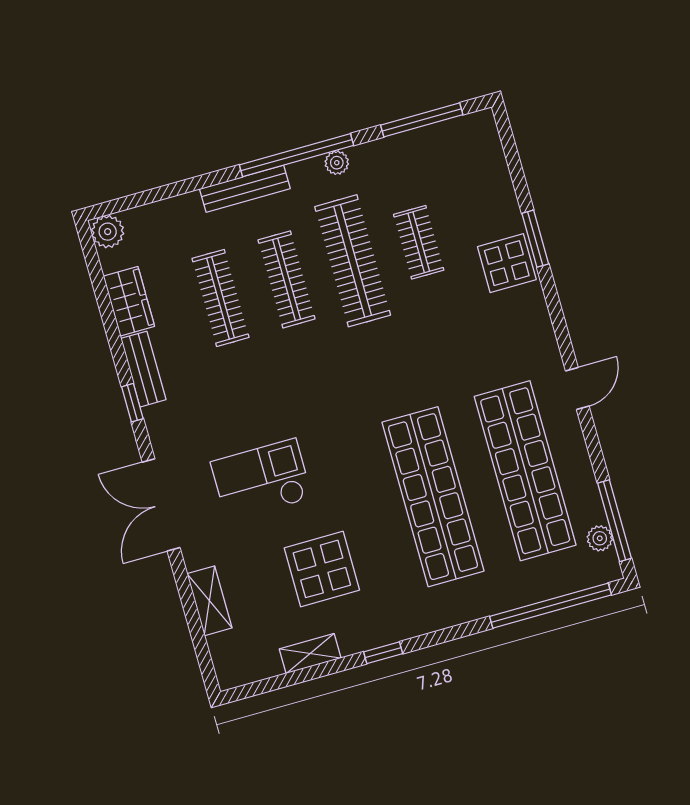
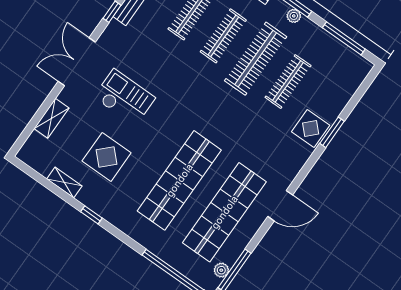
clothes rail: (419, 242) -> (288, 81), width x1.36
door: (577, 388) -> (280, 206), width x1.38

